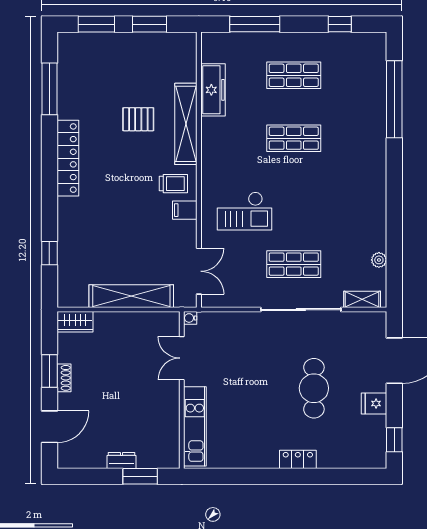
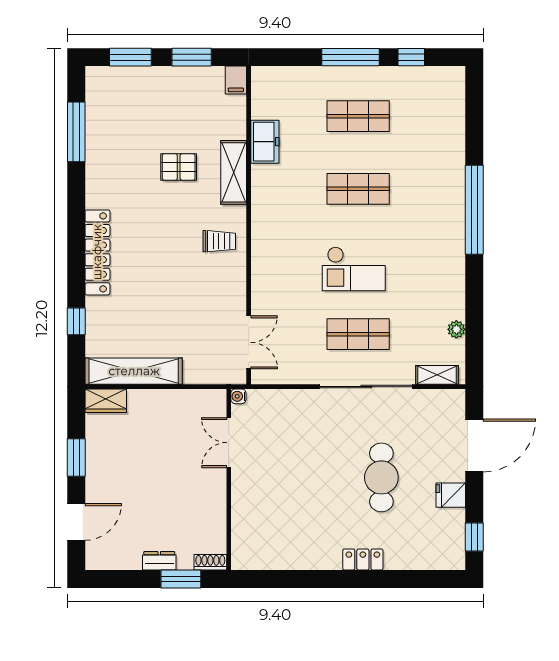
window: (255, 24) -> (351, 57), moved
freezer: (213, 90) -> (265, 142), width x0.71
window: (394, 99) -> (474, 210), moved
shelving: (186, 124) -> (234, 172), width x0.68
locker: (68, 158) -> (97, 252), moved
filing cabinet: (185, 210) -> (236, 80), moved, turned -90
checkout: (245, 211) -> (354, 269), moved
shelving: (131, 296) -> (134, 371), moved
shoe rack: (64, 378) -> (210, 562), moved, turned -90
kitchen unit: (195, 426) -> (244, 521), removed

